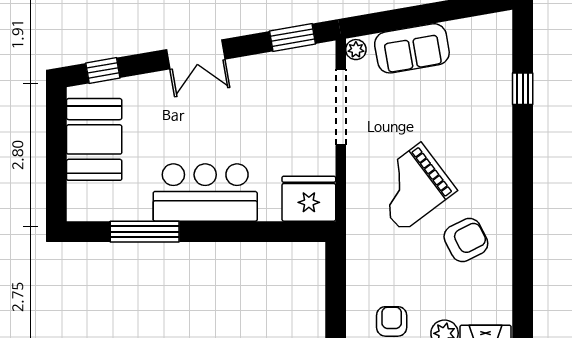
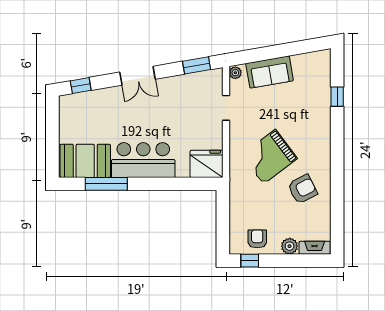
doorway: (341, 107) -> (226, 108), width x0.53
booth: (94, 139) -> (85, 161), moved, turned 90

